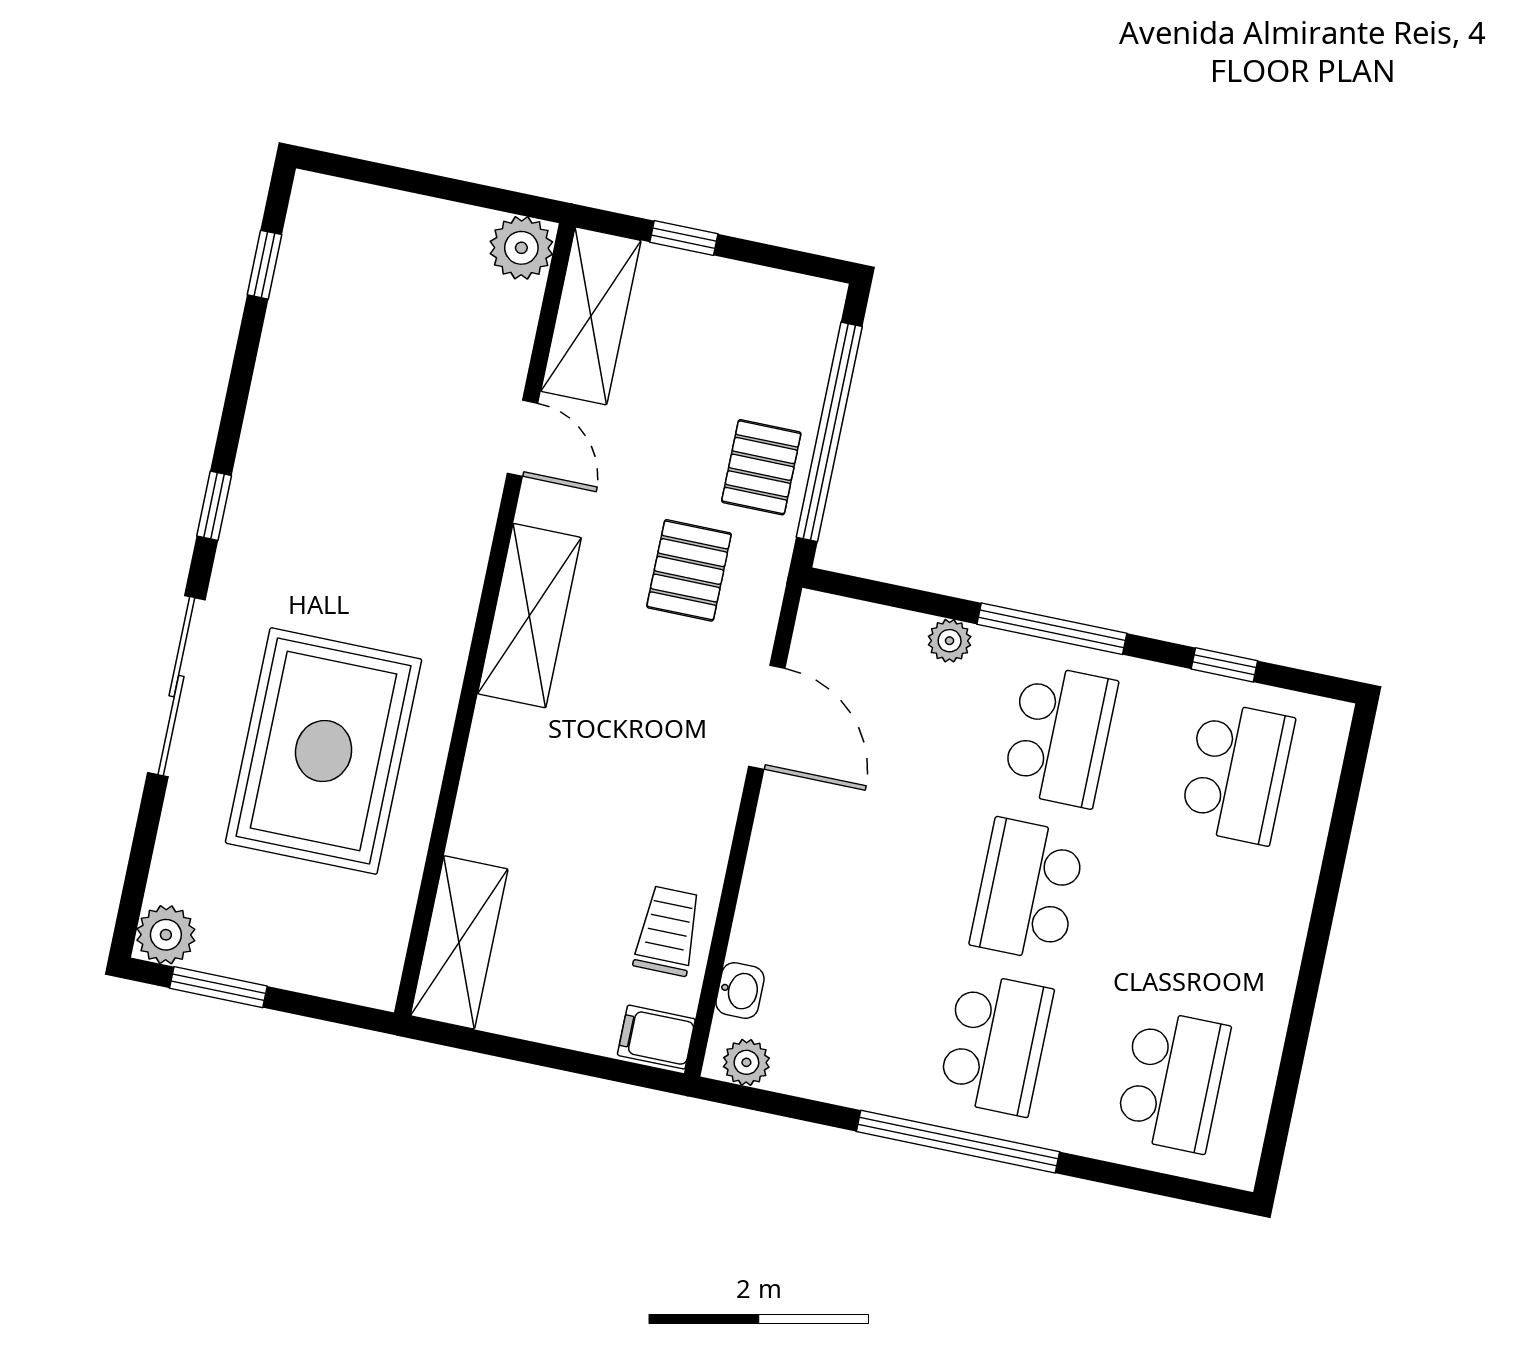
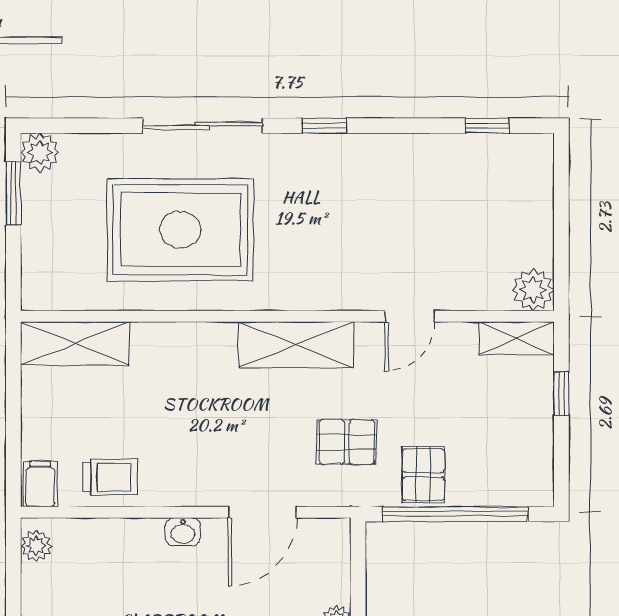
shelving: (591, 316) -> (517, 338), width x0.67, depth x0.75
pallet: (761, 467) -> (423, 475), turned 90
washbasin: (740, 990) -> (183, 532), moved

